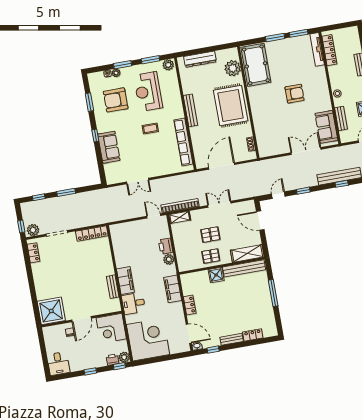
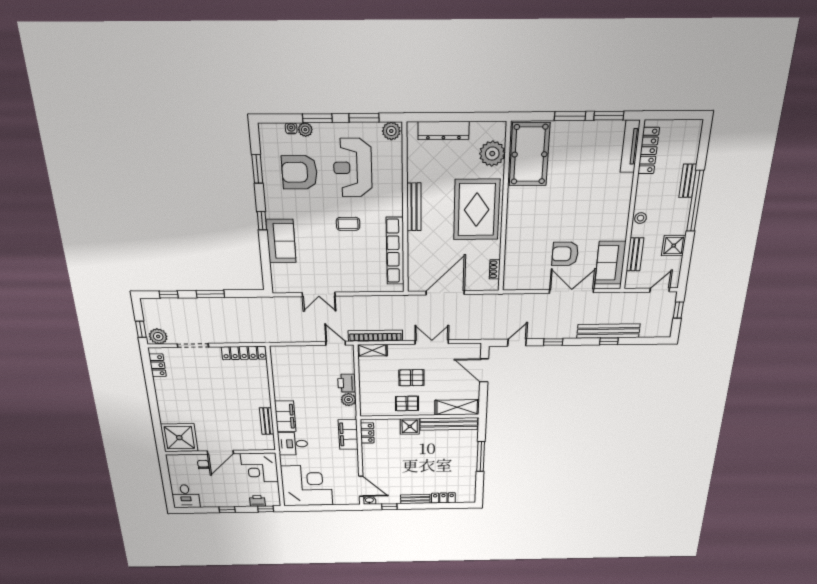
armchair: (295, 94) -> (565, 254), moved, turned 180
locker: (190, 305) -> (367, 433), moved
plant: (124, 357) -> (273, 500), removed

